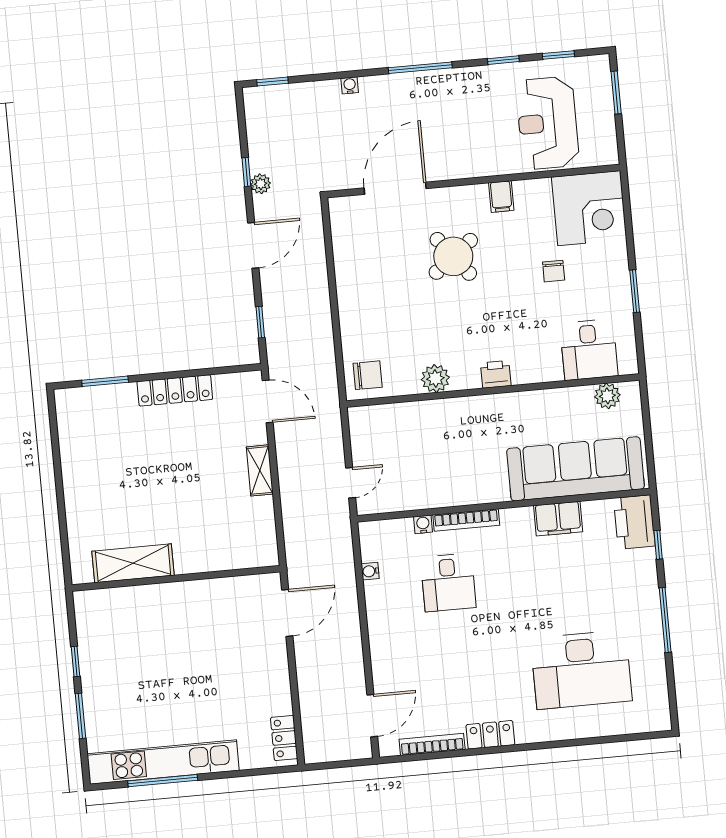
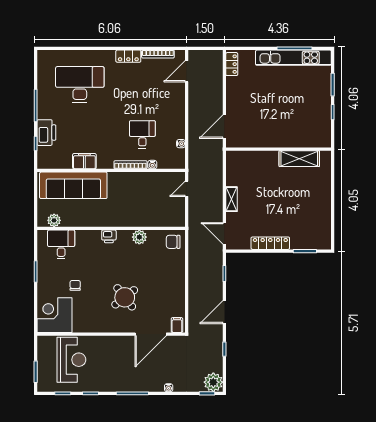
plant: (261, 184) -> (213, 382), moved, width x1.88, depth x1.88
filing cabinet: (501, 197) -> (177, 325), moved
printer: (634, 522) -> (46, 133), moved

